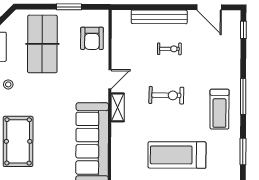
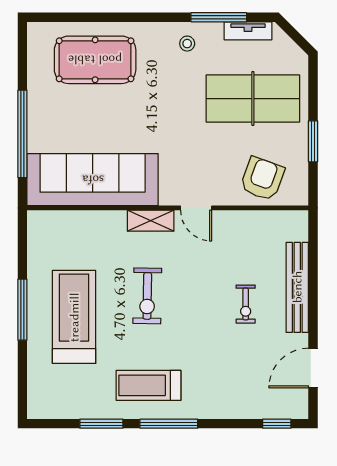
armchair: (92, 38) -> (262, 179), turned 110
exercise bike: (166, 95) -> (147, 296), moved
window: (243, 151) -> (101, 424), moved

